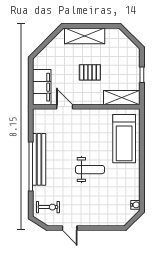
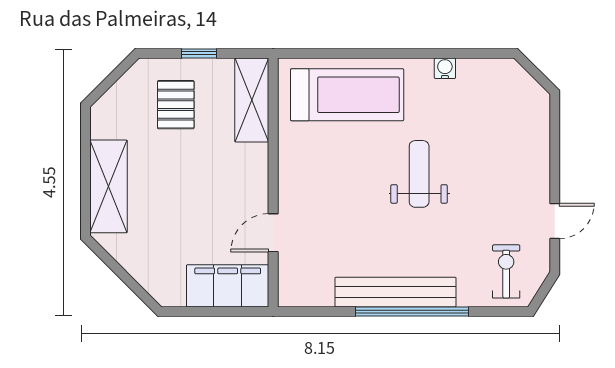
pallet: (90, 72) -> (176, 105), moved
water cooler: (135, 205) -> (445, 68), moved

